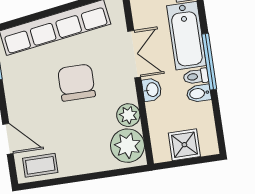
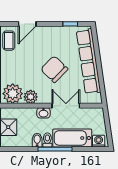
double door: (134, 54) -> (66, 106), swing flipped
chair: (76, 83) -> (54, 69), turned -136

